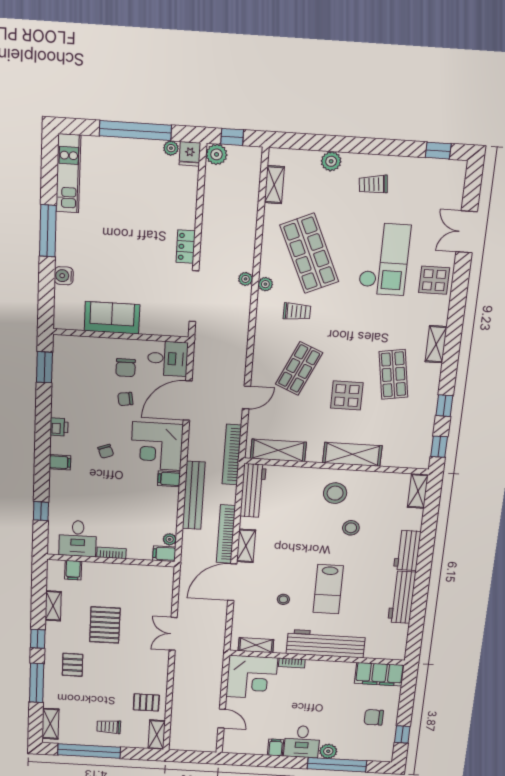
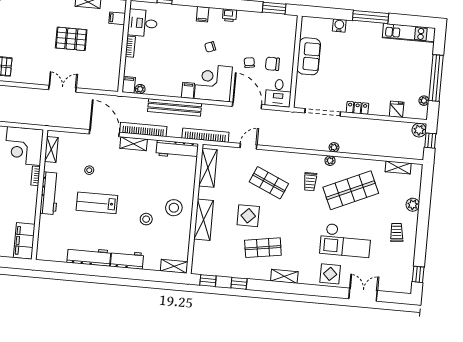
fridge: (190, 154) -> (397, 109), moved, turned 90
door: (246, 397) -> (248, 146), swing flipped
workbench: (326, 644) -> (49, 193), width x0.73, depth x0.76
pallet: (73, 665) -> (38, 13), removed

